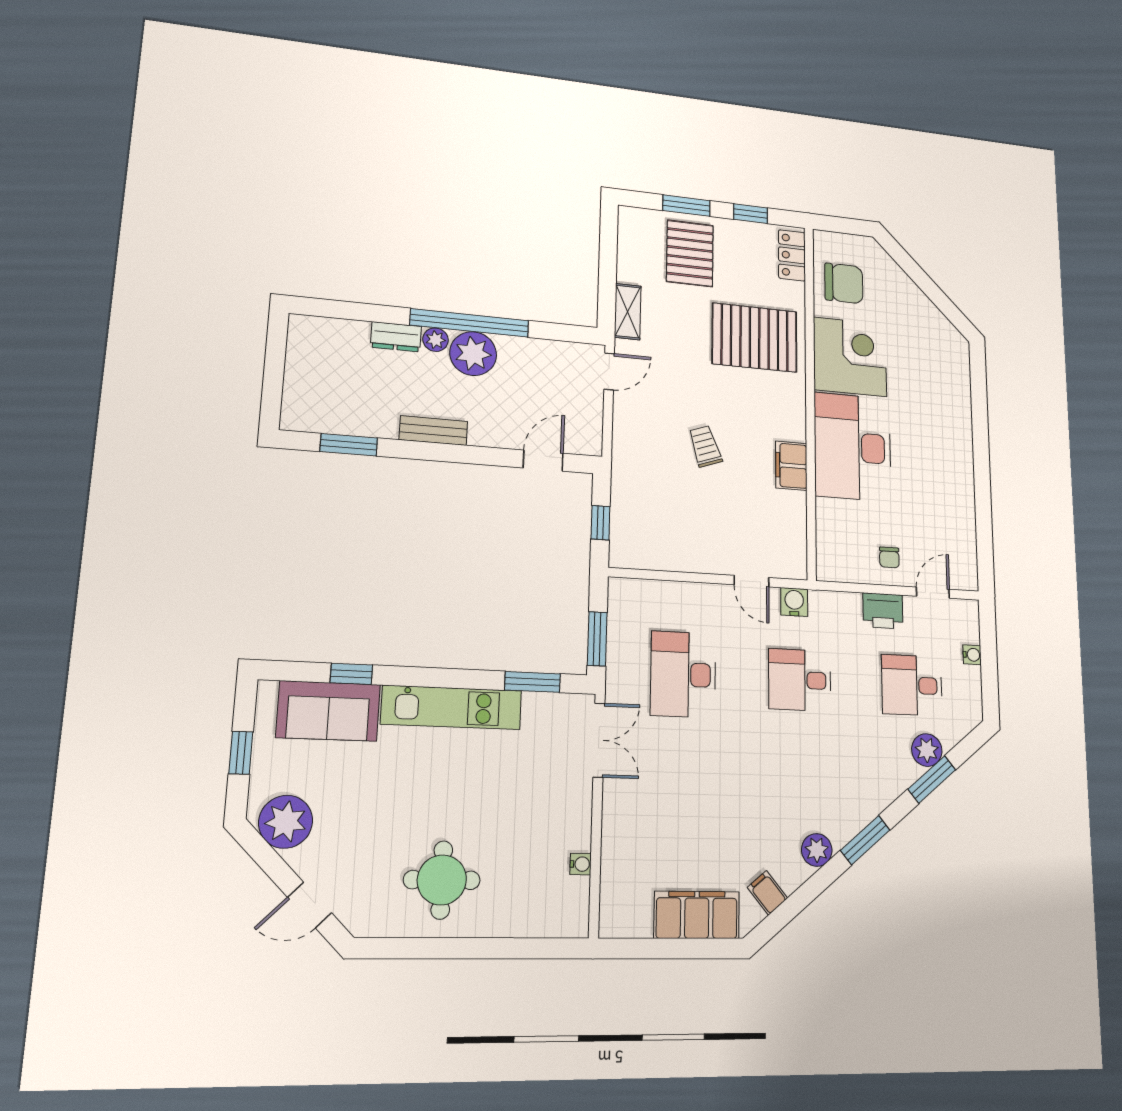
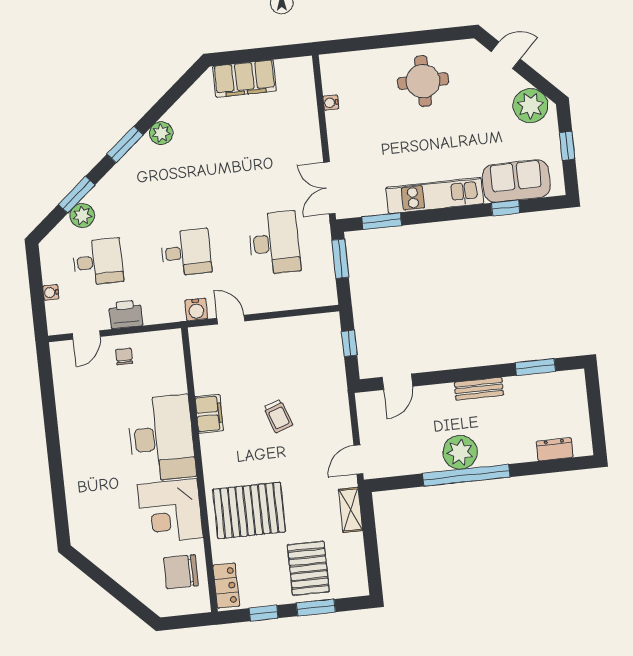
dresser: (396, 337) -> (555, 449), moved
plant: (436, 340) -> (489, 457), removed
filing cabinet: (767, 893) -> (195, 99), removed

